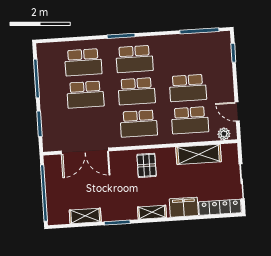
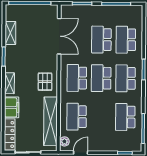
school desk: (188, 88) -> (125, 117), moved
double door: (85, 151) -> (59, 36), swing flipped
shelving: (199, 154) -> (51, 121), width x1.47
pallet: (147, 165) -> (45, 82), turned 90

